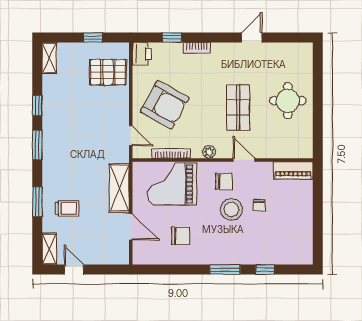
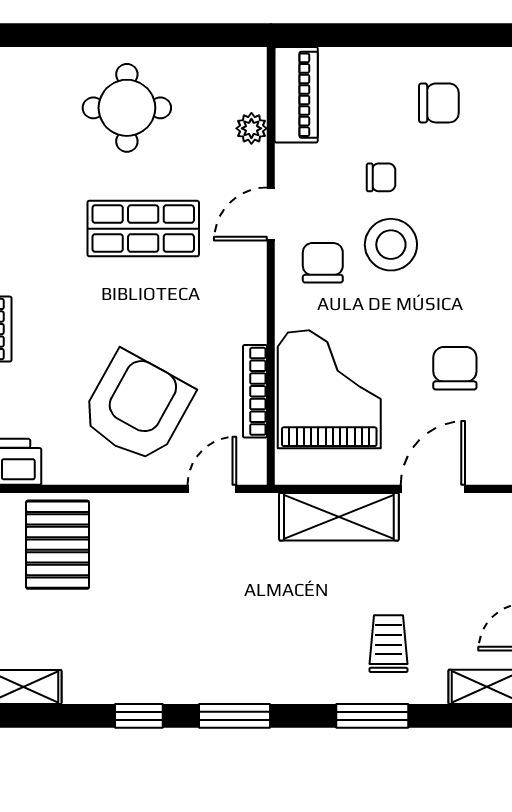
plant: (209, 152) -> (251, 128), moved
grand piano: (172, 184) -> (329, 389), turned 180
chair: (290, 229) -> (439, 103), added

